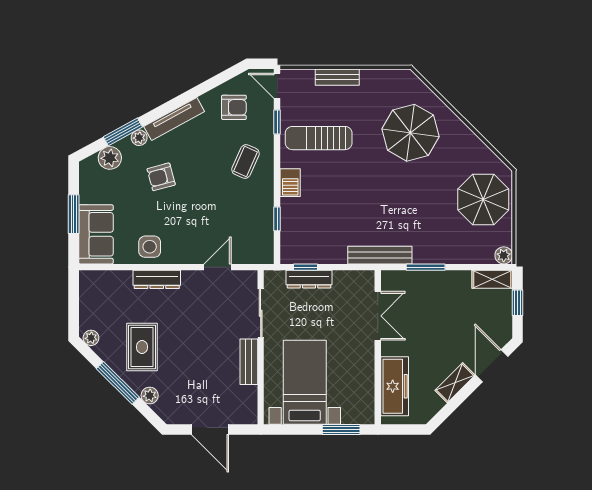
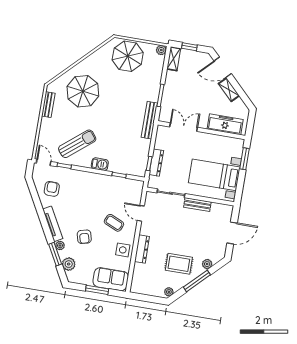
bench: (337, 77) -> (48, 105), moved
door: (277, 86) -> (44, 162), swing flipped
sun lounger: (319, 138) -> (77, 144), turned -129
coffee table: (246, 161) -> (114, 223), moved

